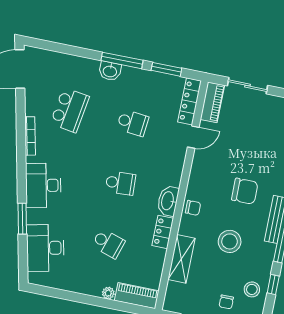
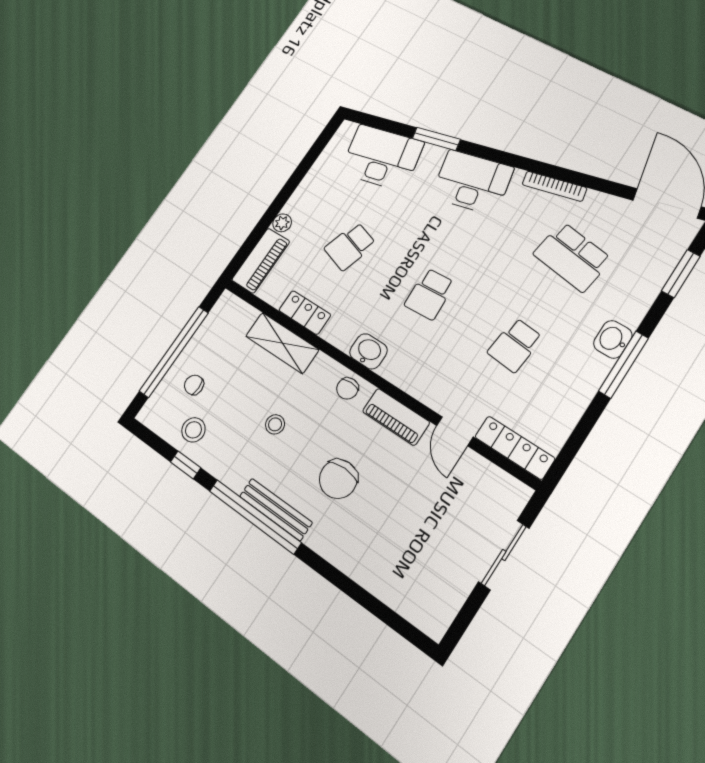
window: (166, 69) -> (681, 274), moved
piano: (212, 102) -> (396, 417), moved
washbasin: (168, 201) -> (368, 351), width x0.72
locker: (163, 232) -> (305, 313), moved
stool: (230, 241) -> (275, 424), width x0.53, depth x0.53

